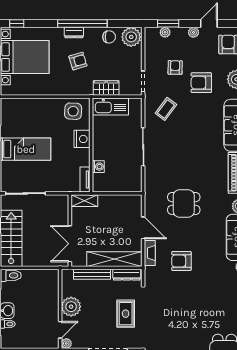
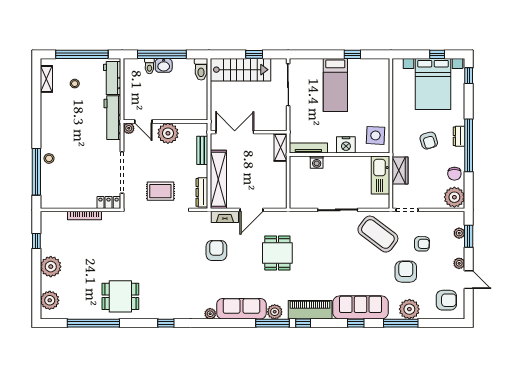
coffee table: (166, 109) -> (378, 234), width x1.86, depth x1.72
tv unit: (85, 180) -> (308, 148), width x1.41
bench: (92, 274) -> (202, 150), width x0.73

